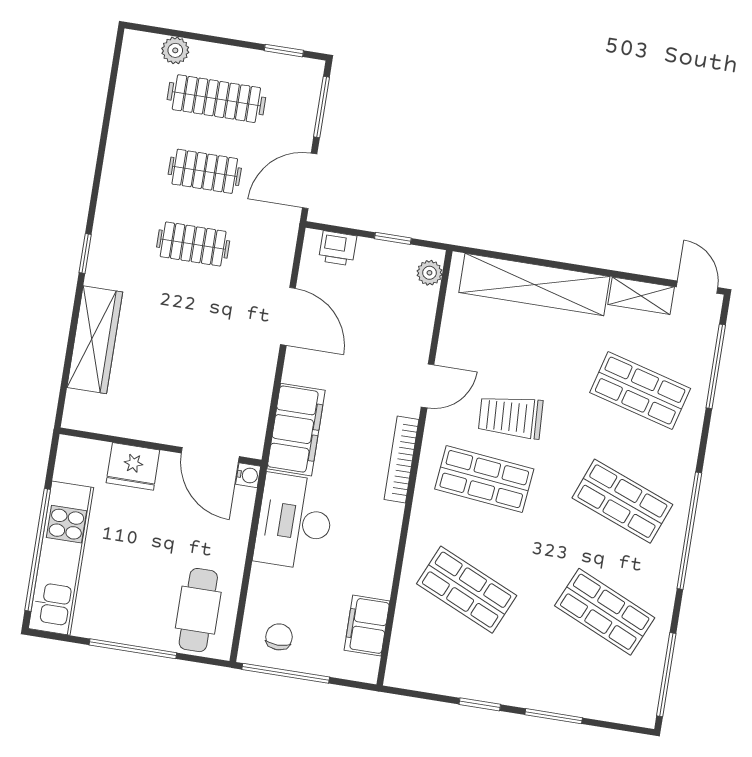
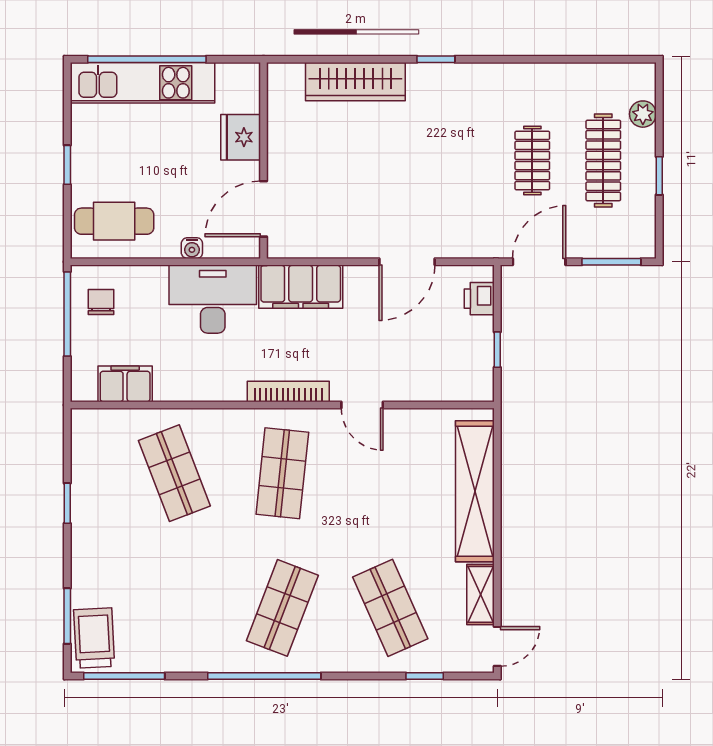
window: (284, 51) -> (659, 176), moved
door: (310, 181) -> (539, 262), hinge flipped
clothes rail: (193, 244) -> (461, 161), removed
plant: (429, 273) -> (470, 390), removed
window: (716, 366) -> (425, 676), width x0.46
shop shelf: (640, 391) -> (390, 608), turned -39
trolley: (511, 417) -> (94, 638), moved
water cooler: (248, 475) -> (192, 248), moved
shop shelf: (467, 590) -> (174, 473), turned -45
shop shelf: (605, 612) -> (174, 608), removed
chair: (279, 637) -> (101, 302), turned -90
window: (133, 649) -> (67, 165), width x0.46
window: (554, 716) -> (67, 616), moved

